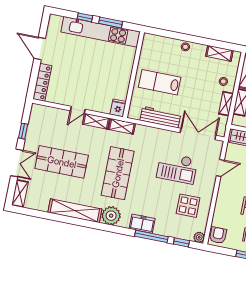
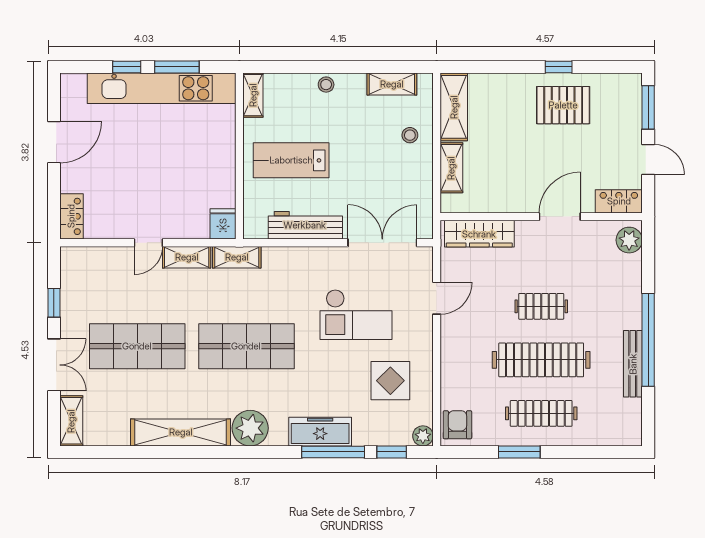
door: (40, 49) -> (54, 142), swing flipped
locker: (42, 82) -> (71, 216), width x0.66
shelving: (226, 104) -> (253, 95), moved
shop shelf: (118, 173) -> (246, 346), turned 90
freezer: (142, 224) -> (320, 432), width x1.40

